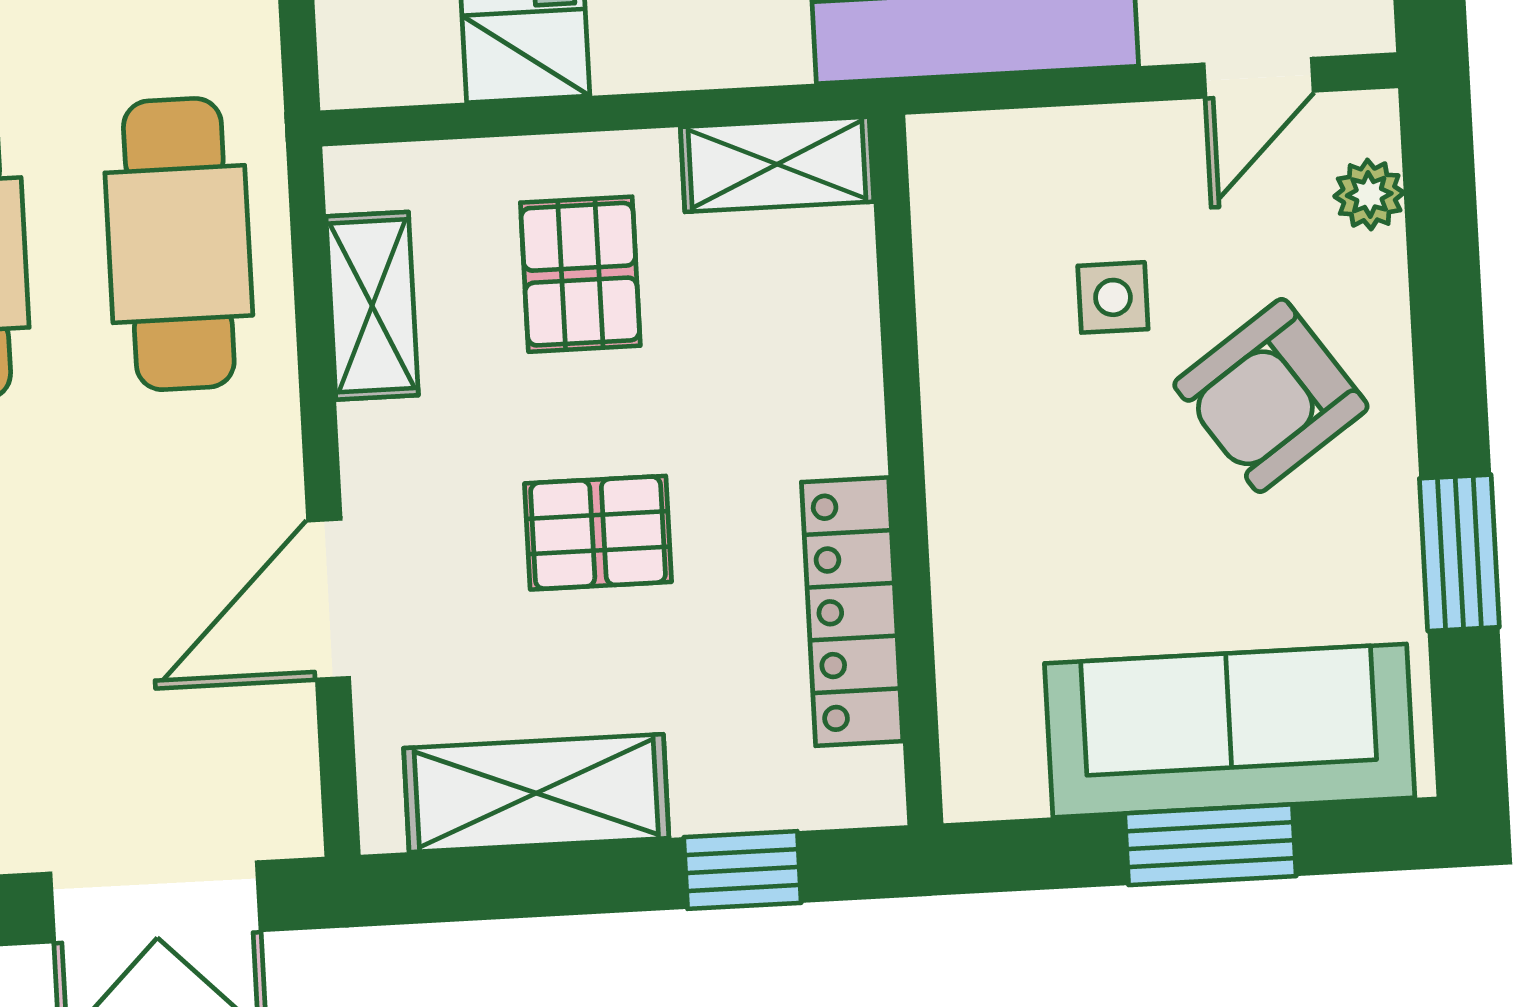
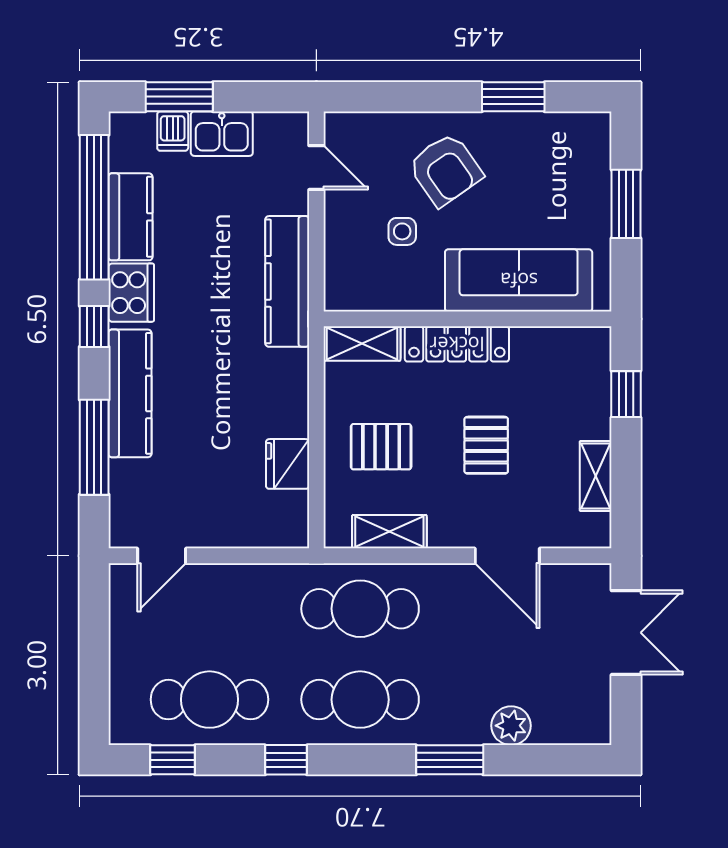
shelving: (777, 164) -> (362, 344), moved, turned 90
plant: (1369, 194) -> (366, 125), removed
locker: (852, 612) -> (457, 344), moved
sofa: (1230, 731) -> (519, 280), moved, turned 90
shelving: (536, 793) -> (596, 476), width x0.67, depth x0.75

